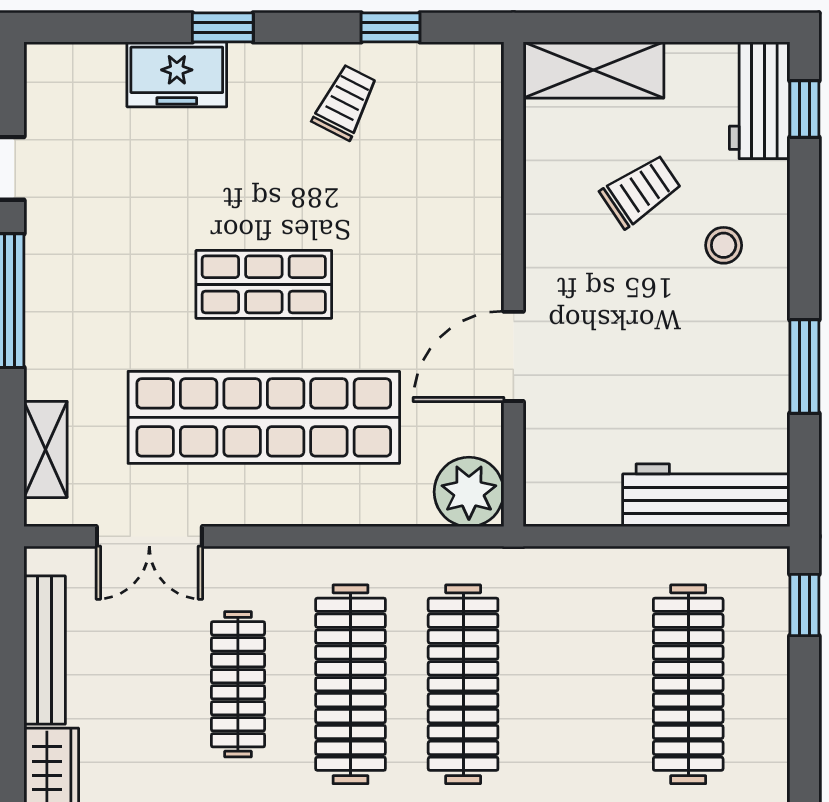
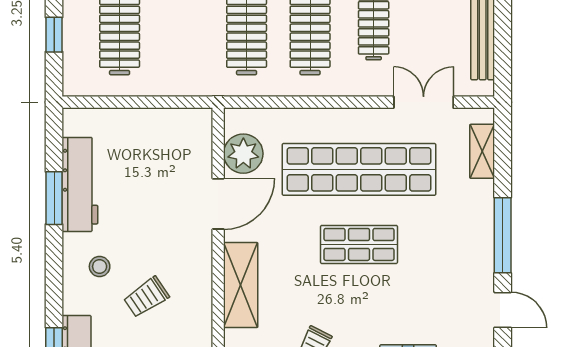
shelving: (474, 212) -> (241, 285), added
plant: (469, 492) -> (243, 154), moved
workbench: (706, 495) -> (80, 184), moved, turned -90
window: (804, 605) -> (54, 35), moved

